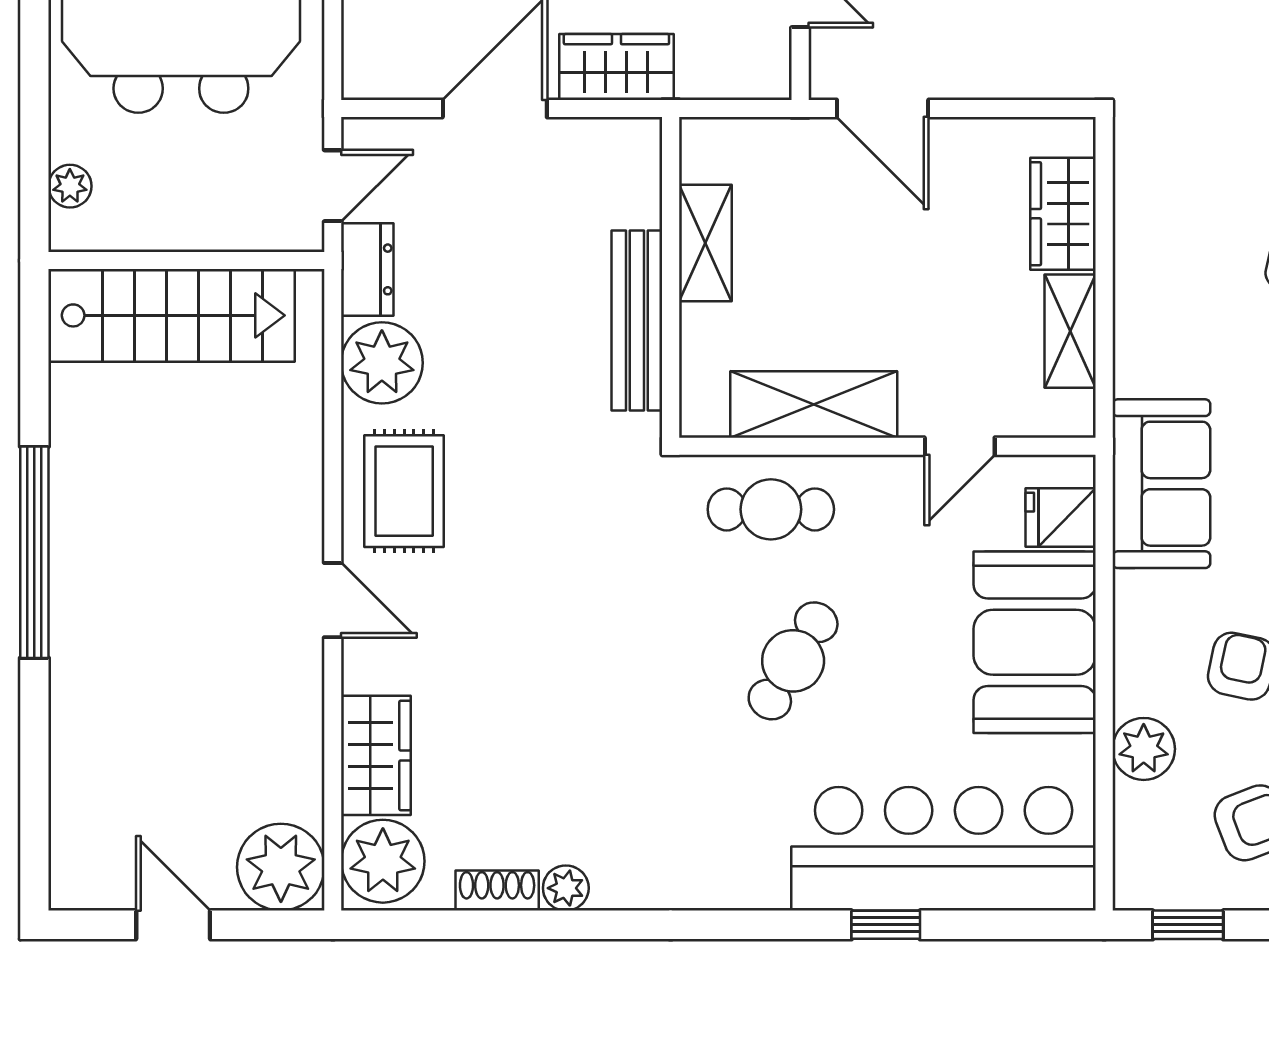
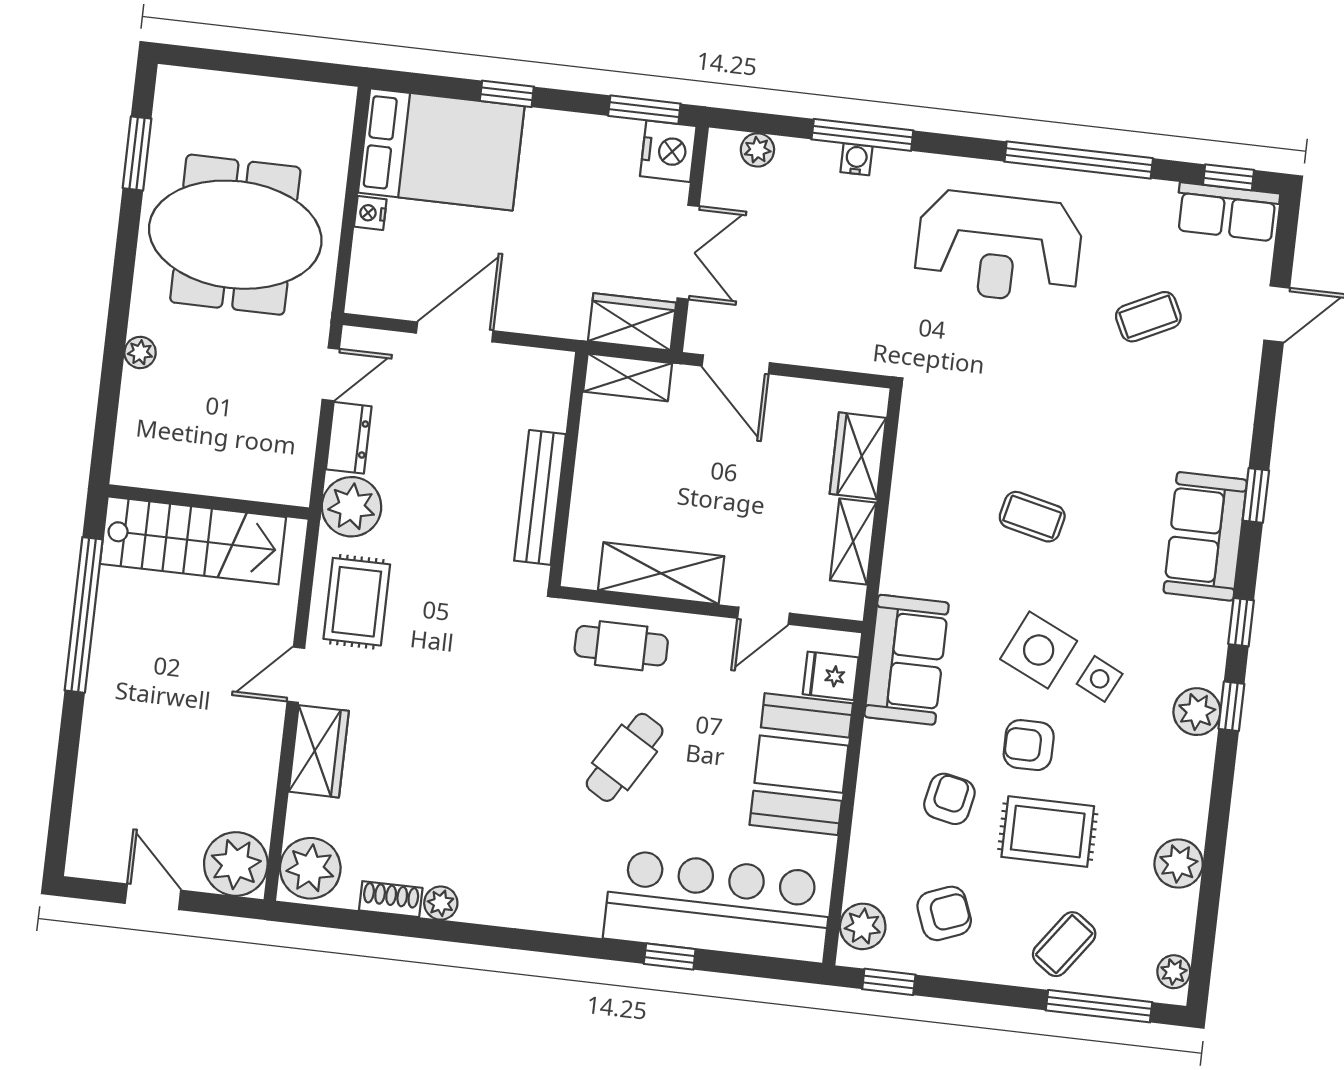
wardrobe: (616, 67) -> (632, 322), moved
shelving: (705, 243) -> (628, 377), moved, turned 90
wall: (186, 261) -> (208, 502), moved
stairs: (172, 315) -> (193, 540), moved
door: (333, 600) -> (296, 675), swing flipped
plant: (1144, 749) -> (863, 926), moved
wardrobe: (376, 755) -> (319, 751), moved

